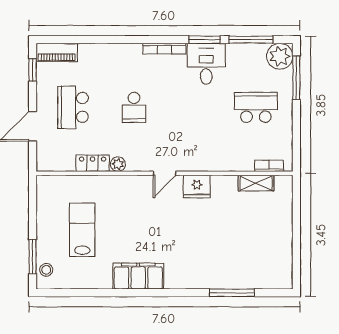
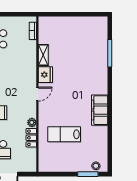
door: (165, 173) -> (37, 94), hinge flipped
shelving: (256, 183) -> (43, 55), moved
lab bench: (82, 230) -> (64, 134), moved

